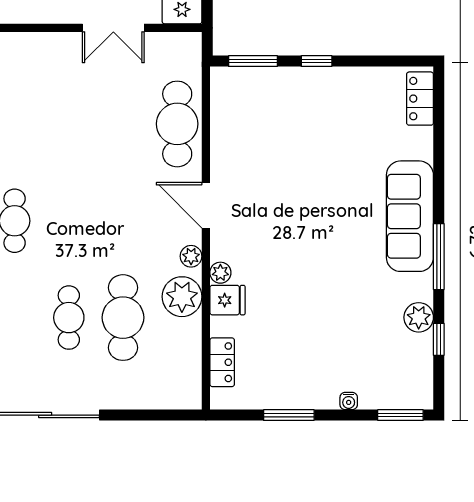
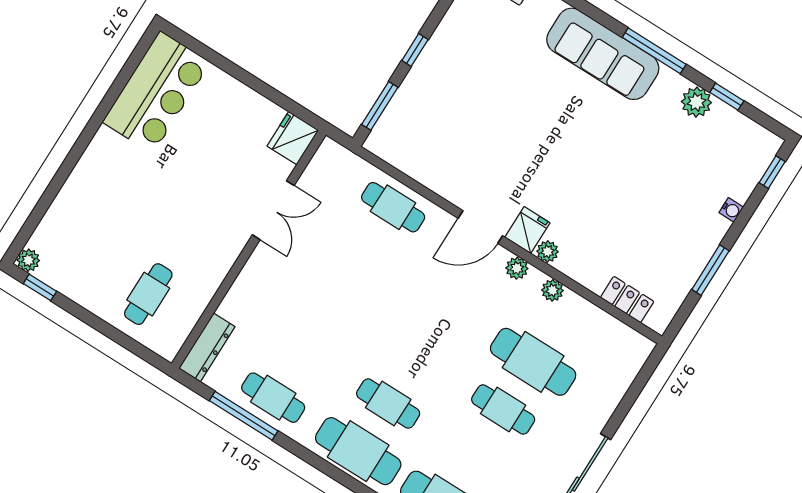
cafe table: (177, 124) -> (393, 207), width x0.73, depth x0.74
plant: (182, 297) -> (552, 290), width x0.53, depth x0.53
fridge: (227, 300) -> (527, 230), moved
window: (400, 415) -> (772, 172), width x0.67

